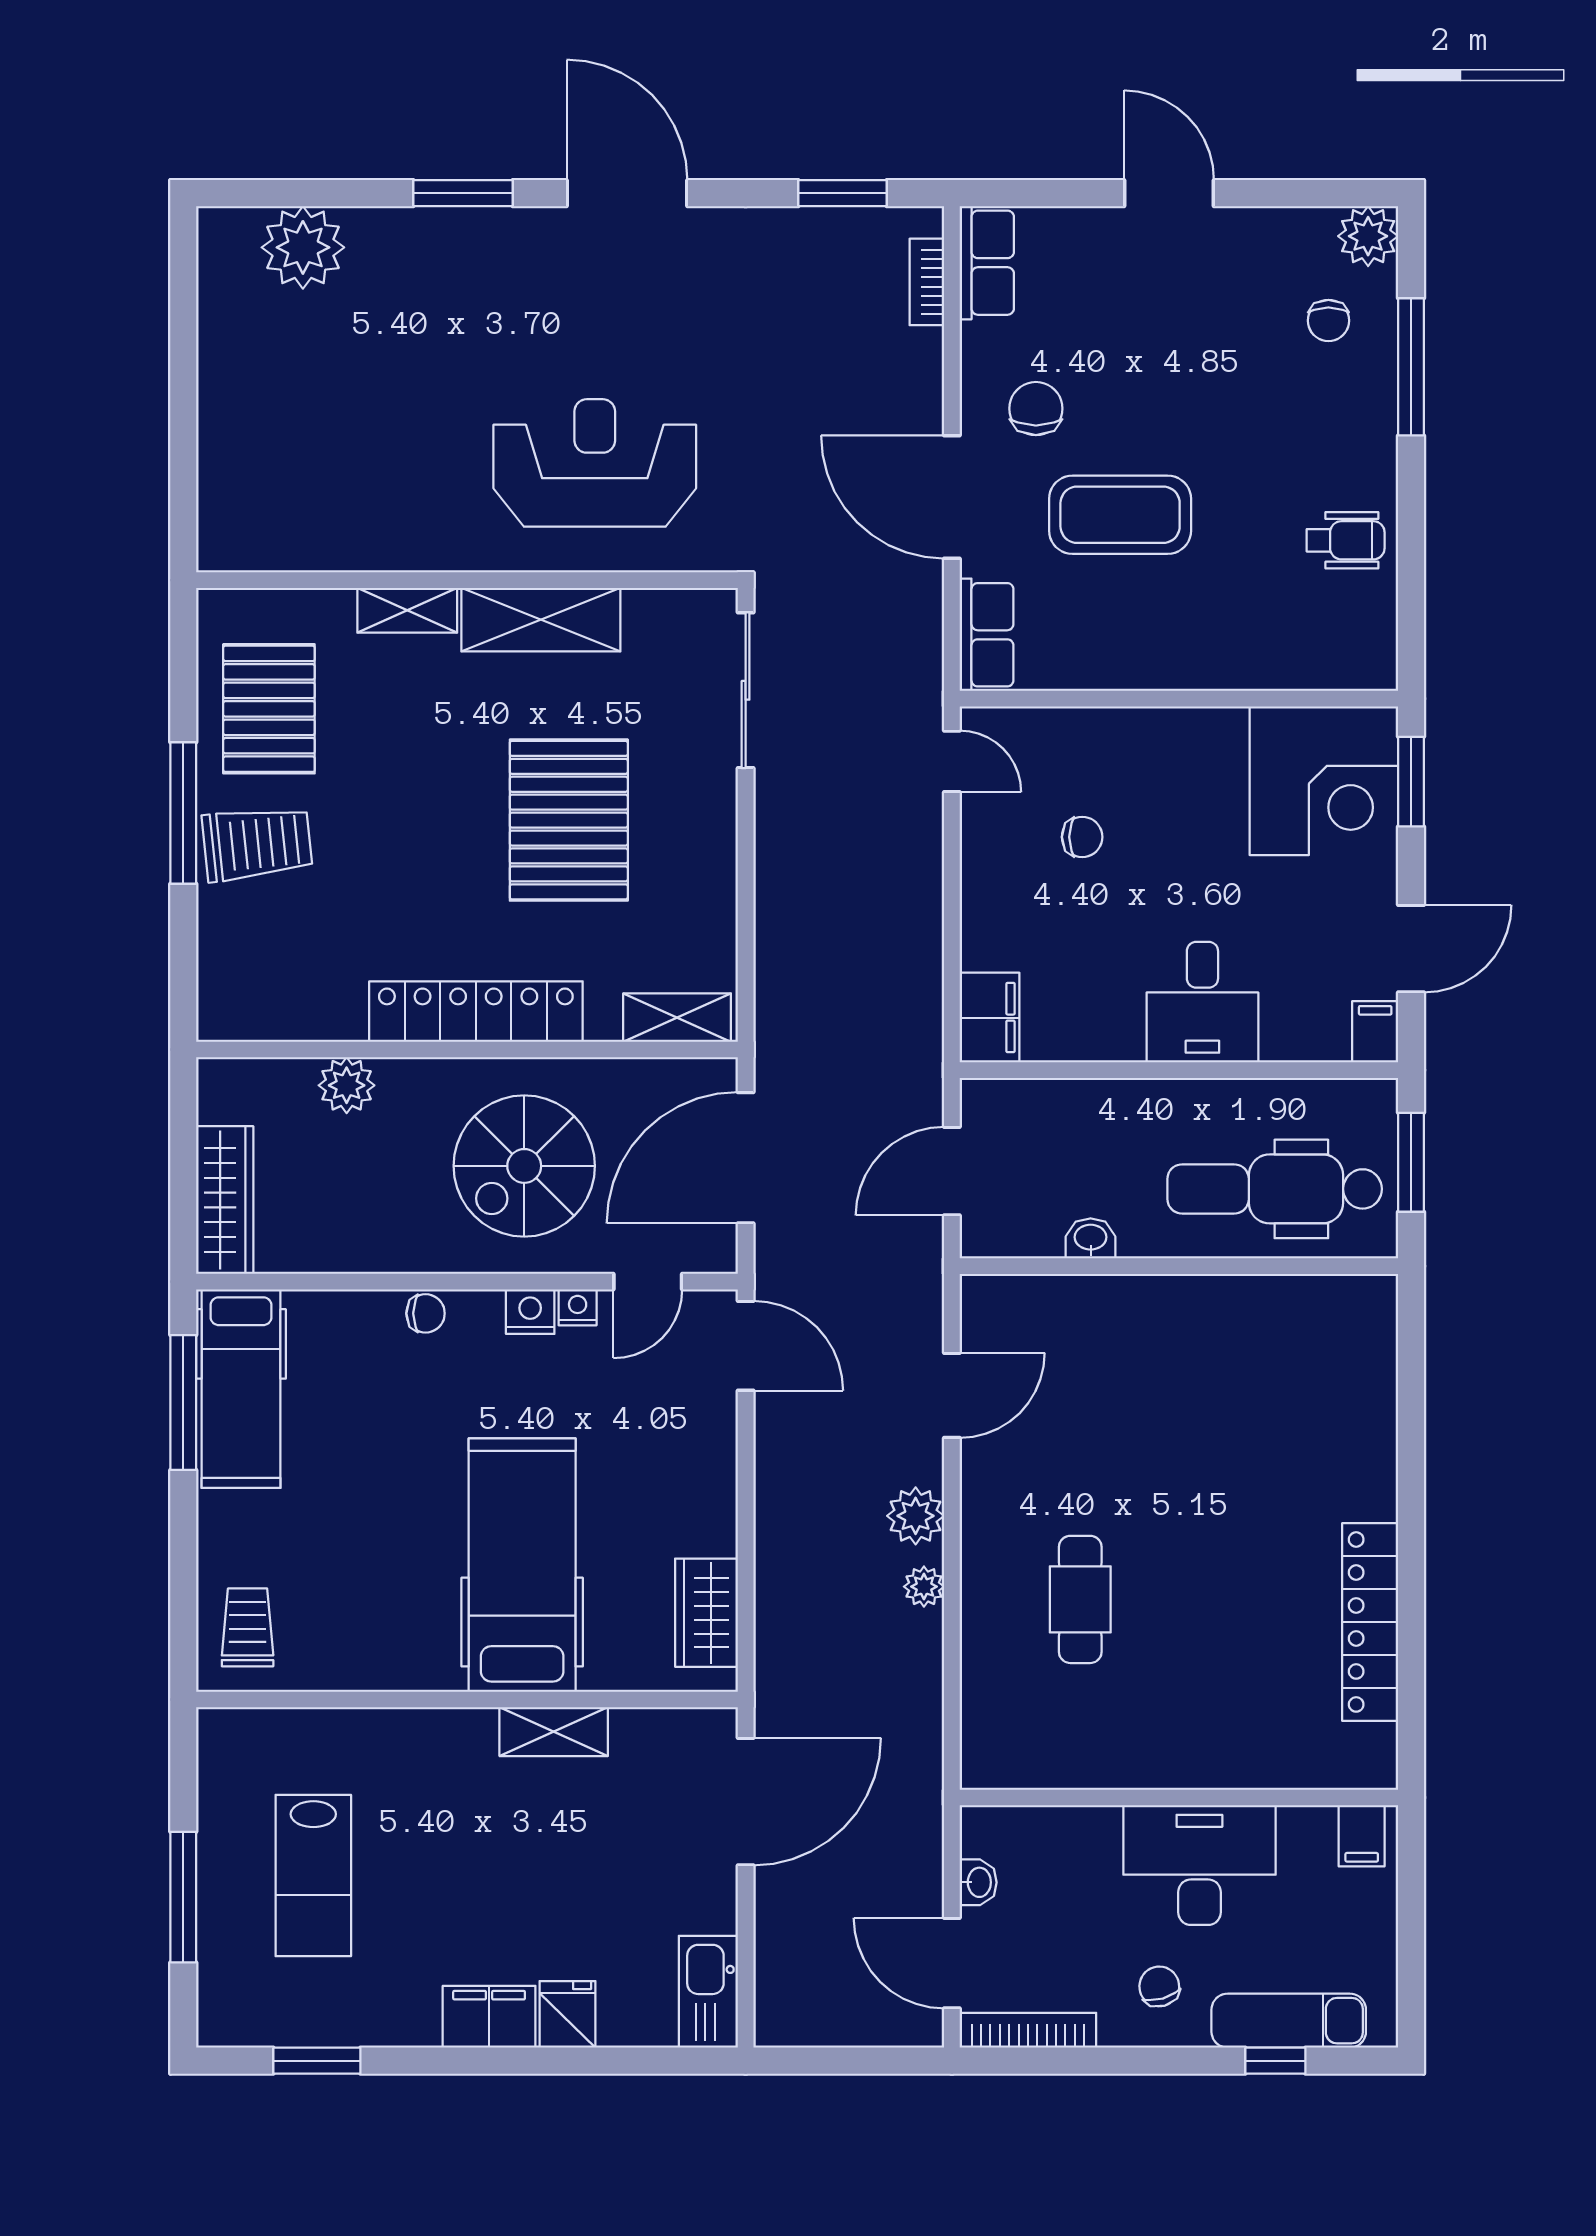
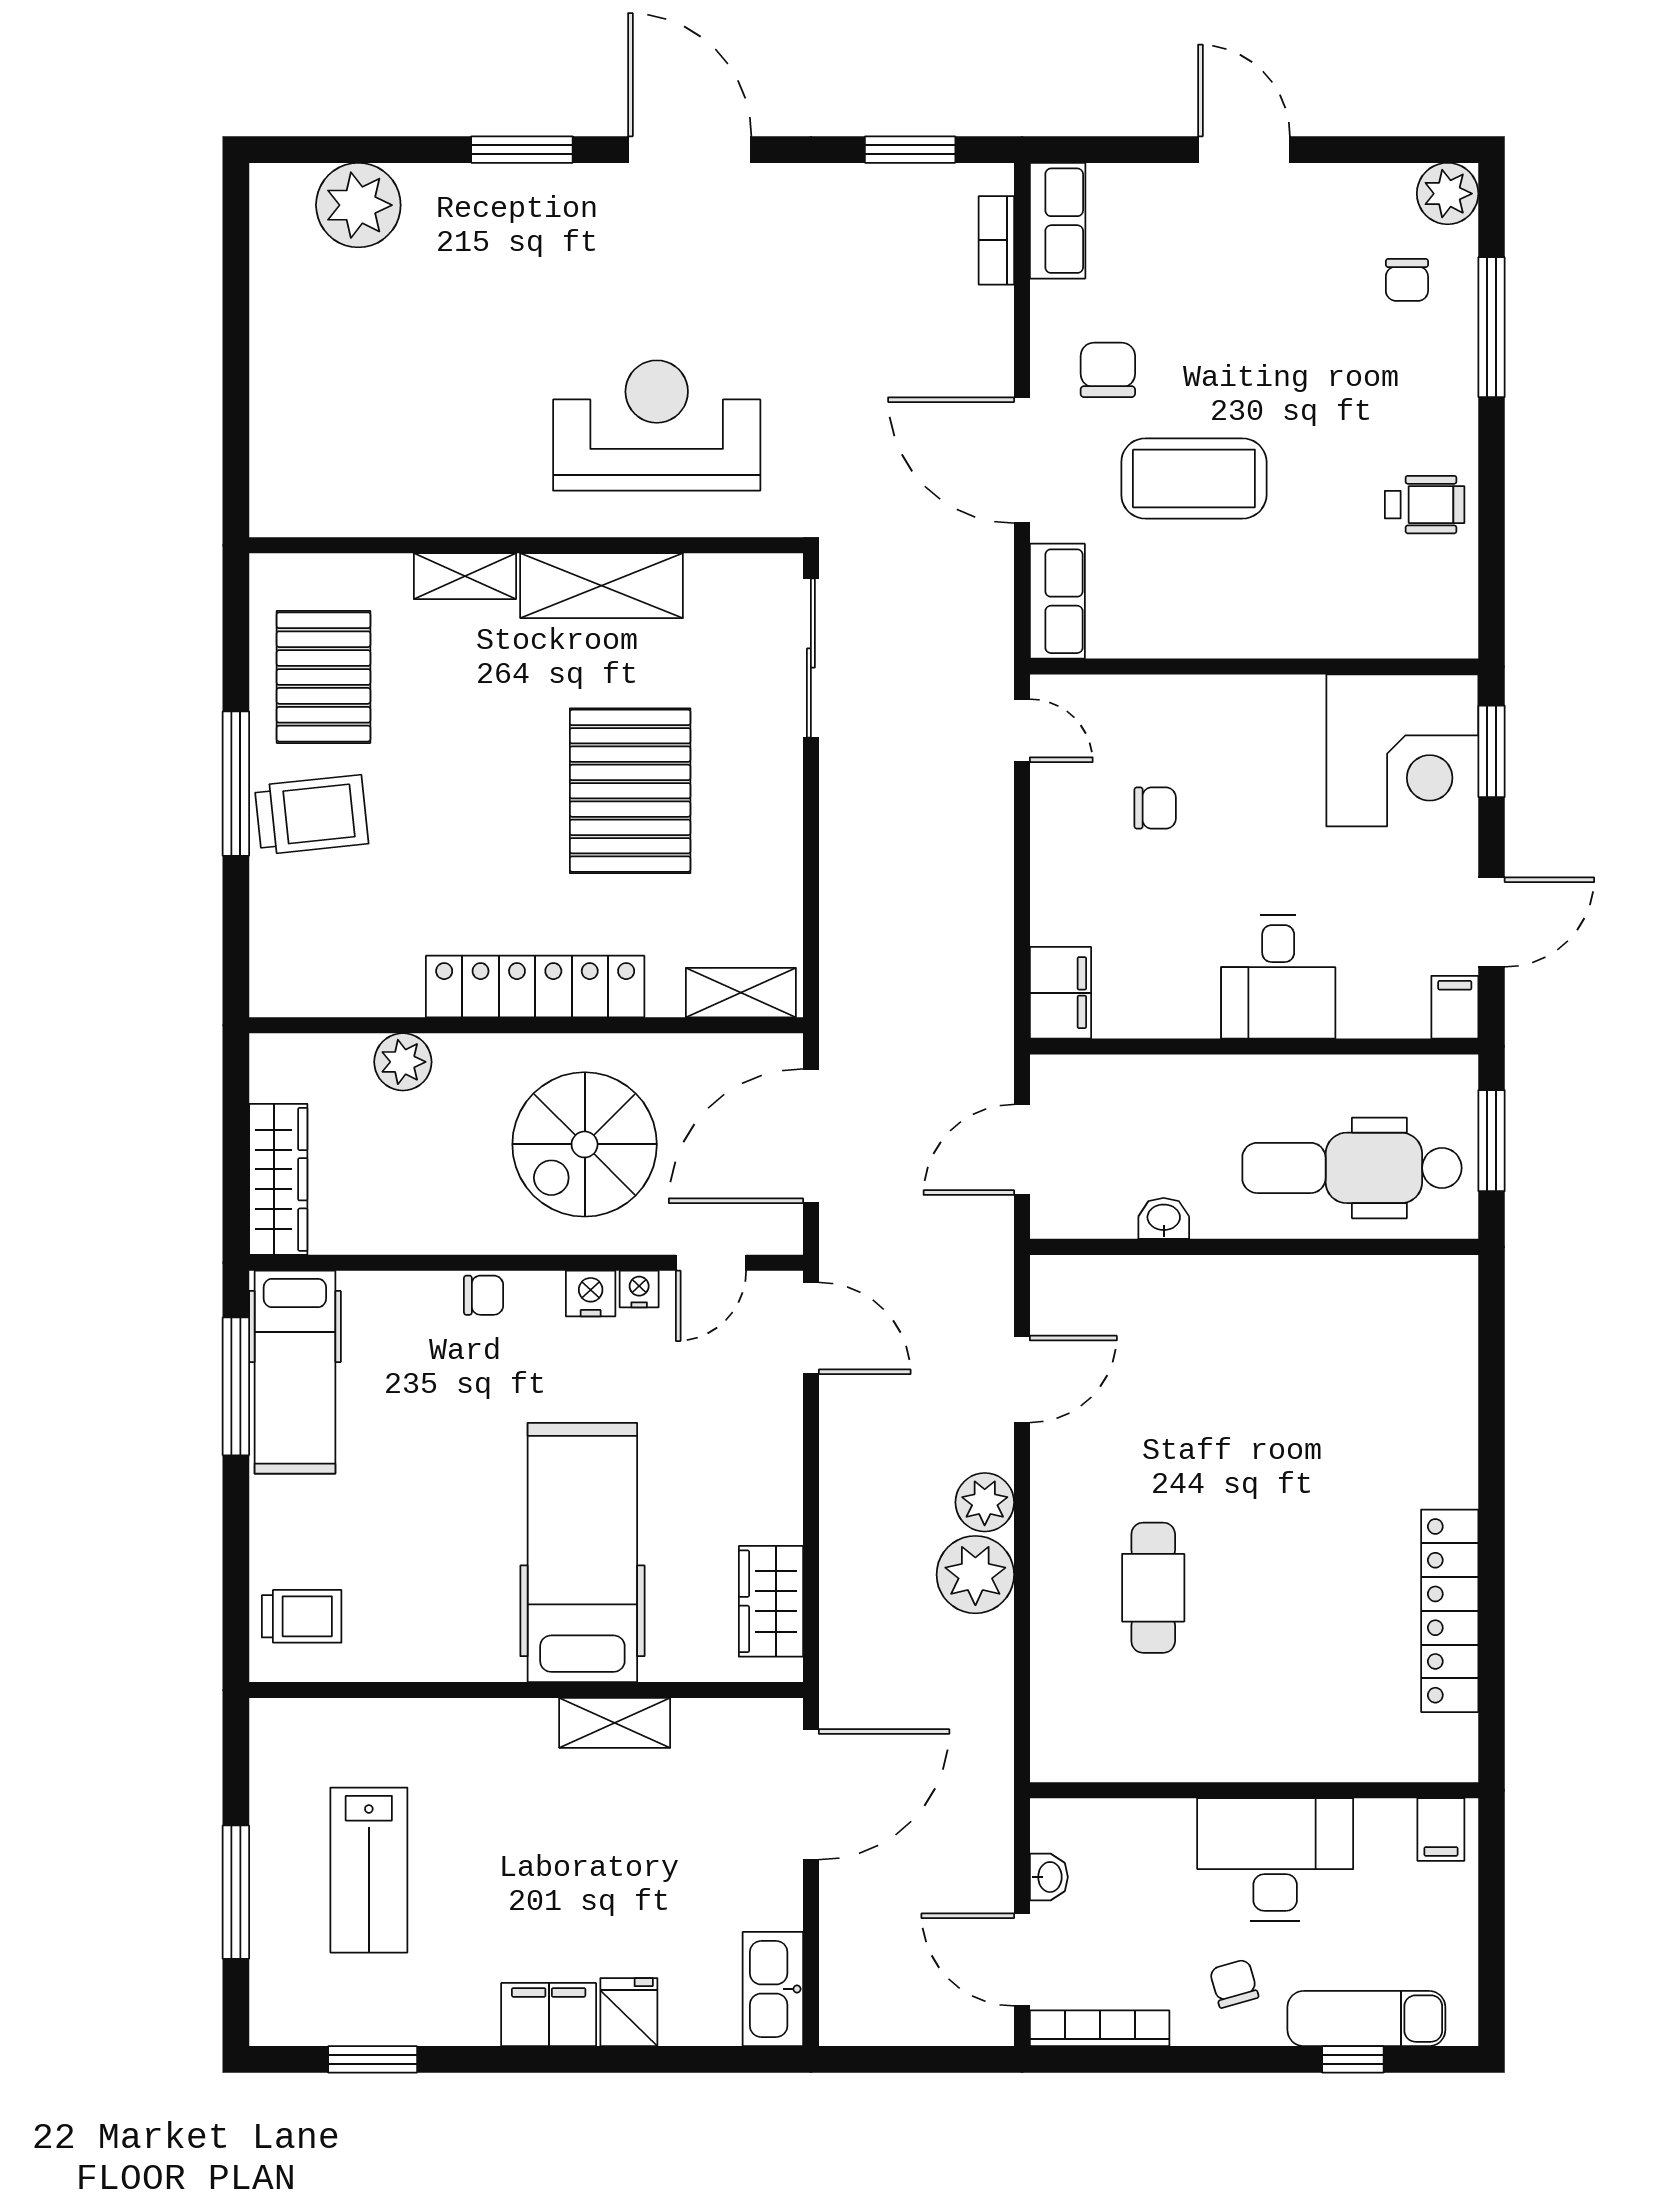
plant: (924, 1587) -> (975, 1575), width x1.88, depth x1.88
trolley: (248, 1627) -> (302, 1616), turned 90

